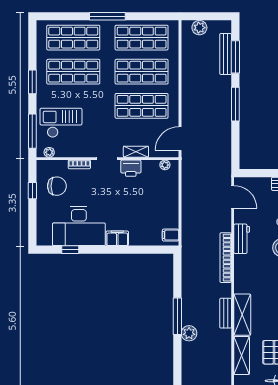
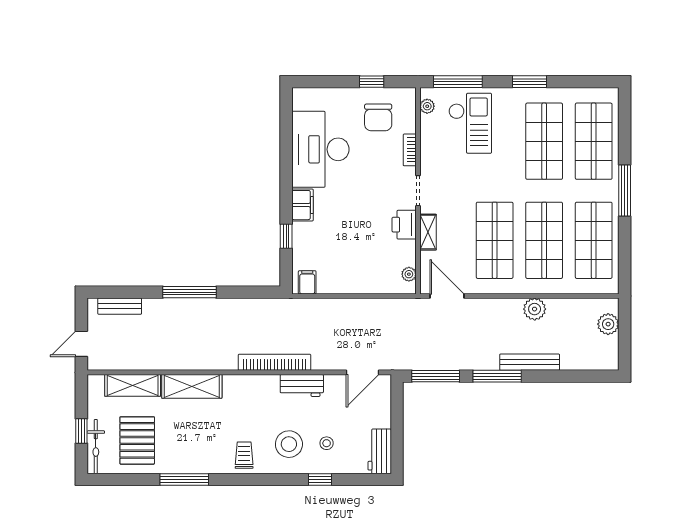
bench: (226, 54) -> (530, 362), moved
window: (235, 57) -> (436, 376), moved
window: (70, 250) -> (286, 236), moved
bench: (226, 313) -> (120, 306), moved
plant: (189, 333) -> (535, 309), moved

